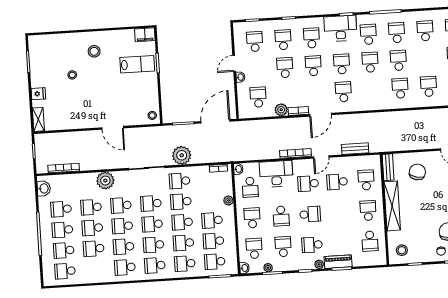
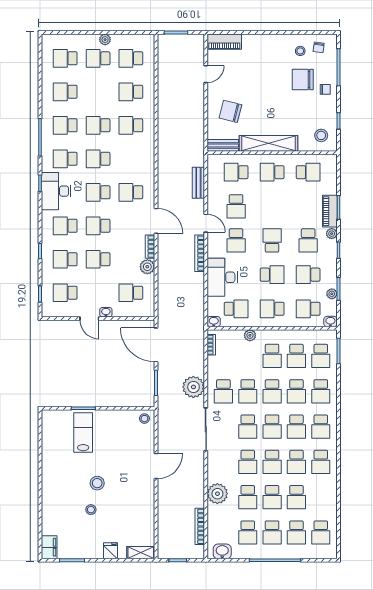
filing cabinet: (145, 35) -> (49, 547), moved
stool: (94, 51) -> (97, 483), moved
plant: (105, 181) -> (217, 494), moved

